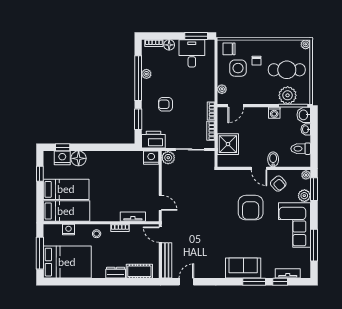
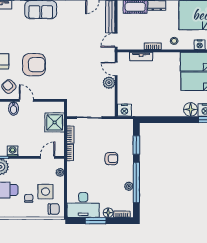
window: (196, 36) -> (96, 221), moved
desk: (192, 53) -> (83, 205), width x1.37
printer: (153, 140) -> (122, 127), removed
plant: (168, 158) -> (109, 83), moved
armchair: (251, 208) -> (34, 65), turned 90
door: (160, 235) -> (116, 40), swing flipped

